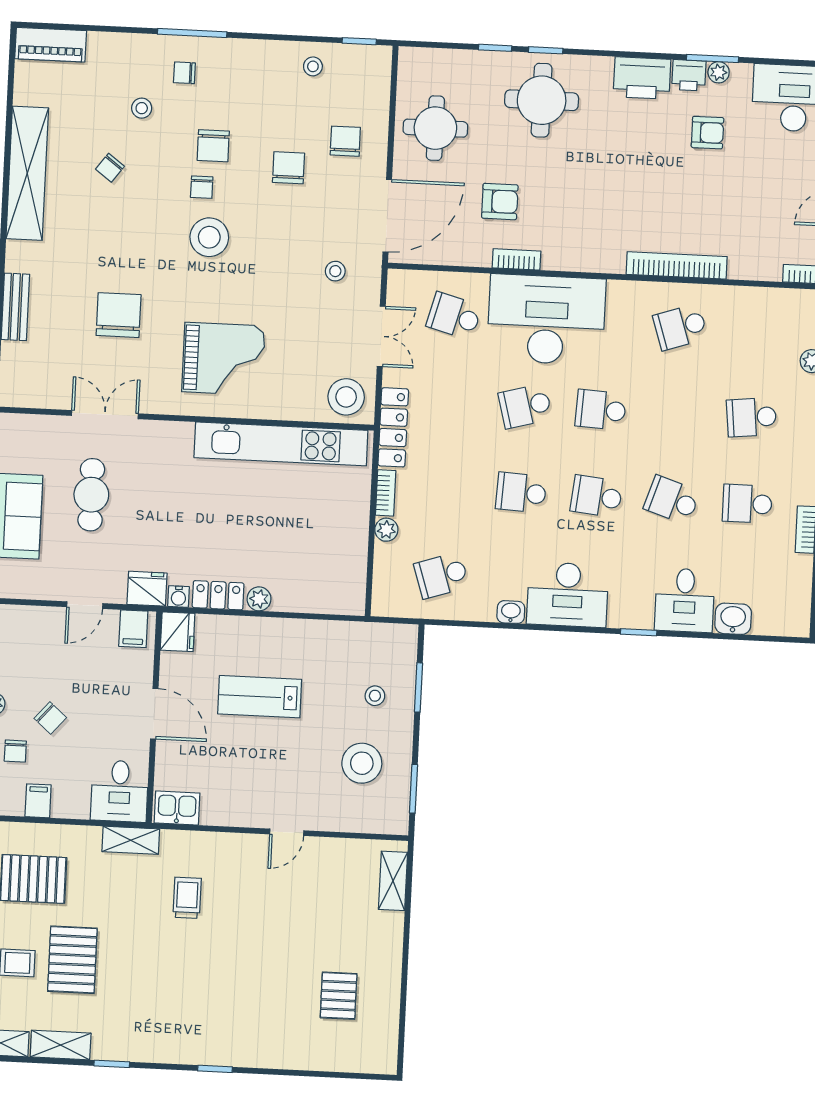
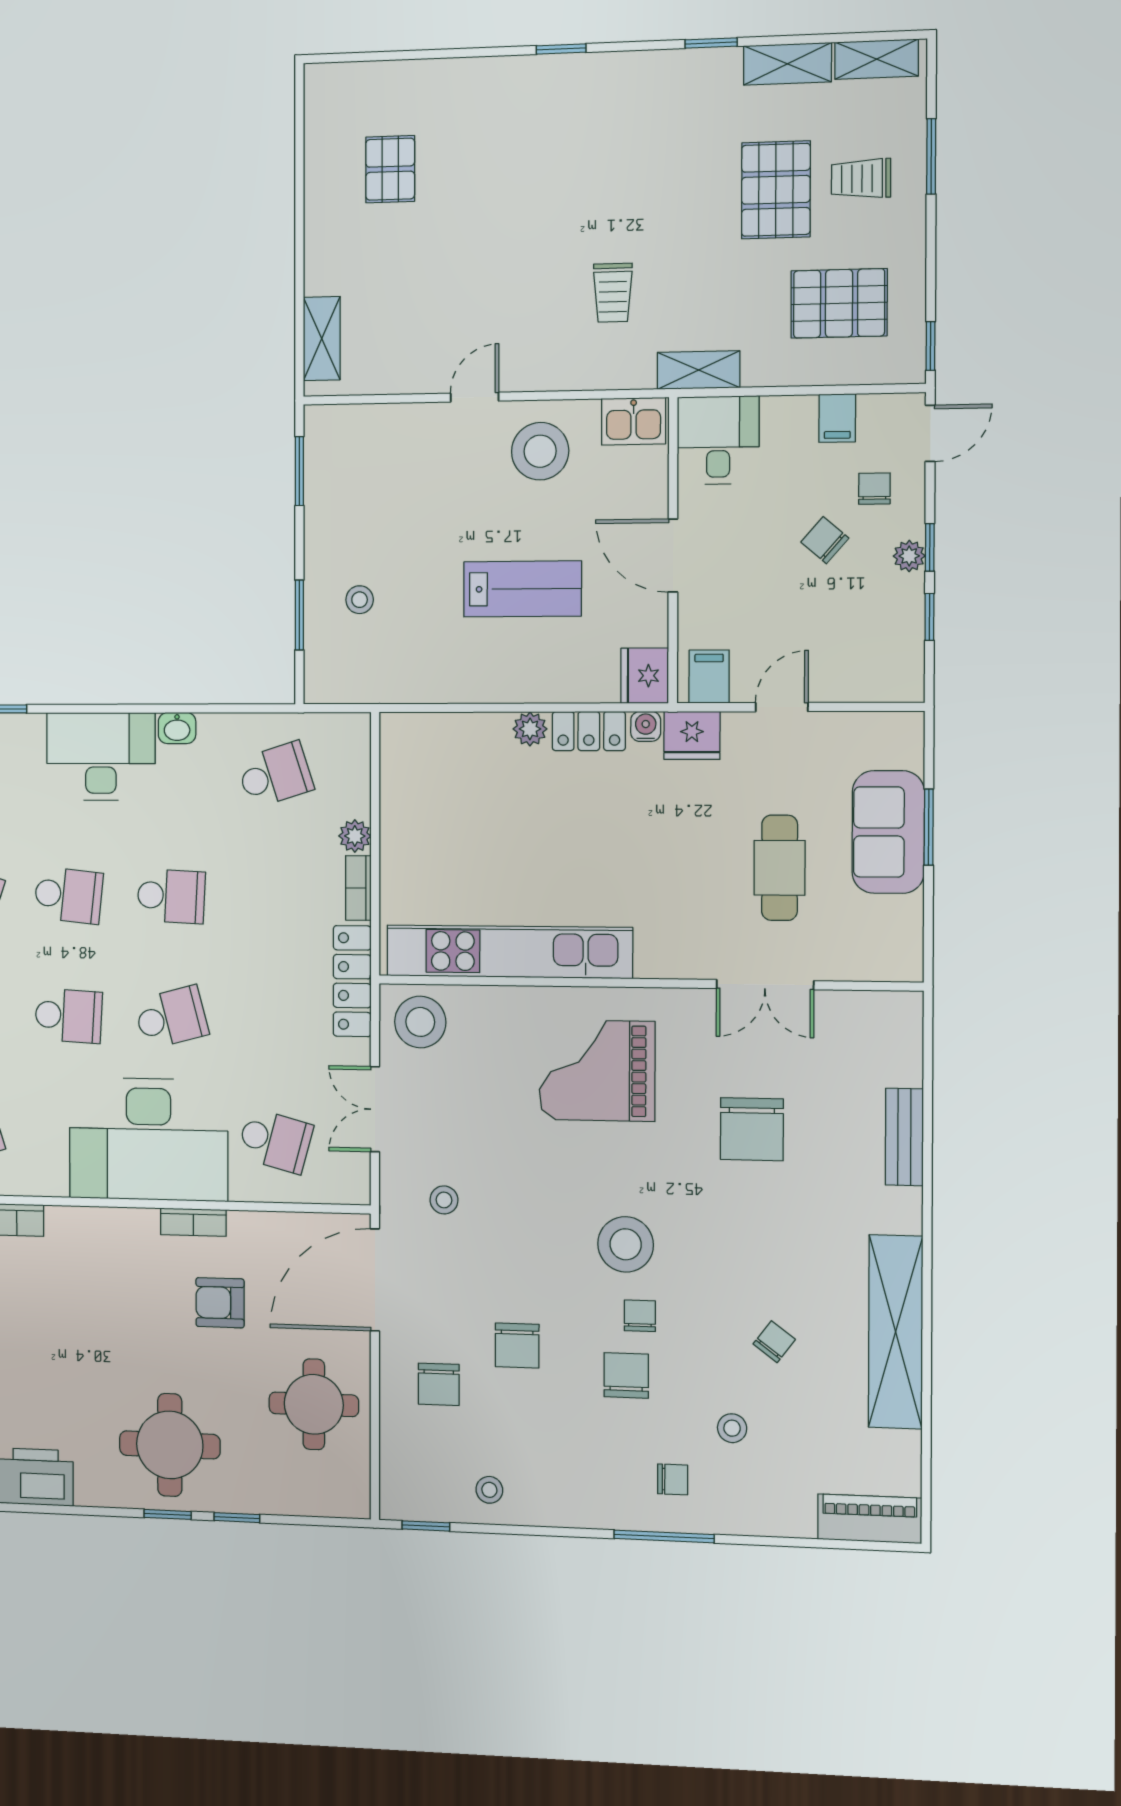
stool: (362, 763) -> (540, 451), moved

